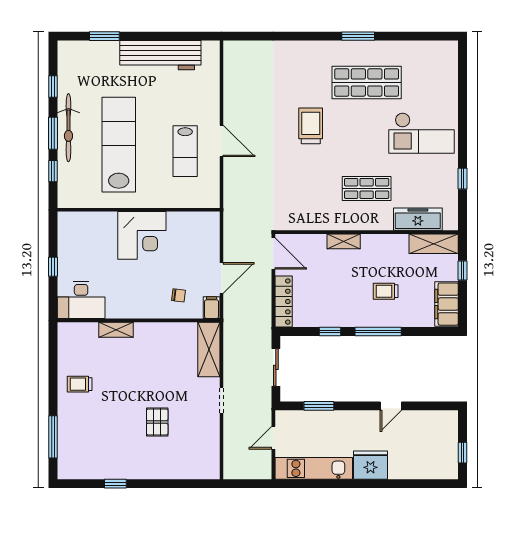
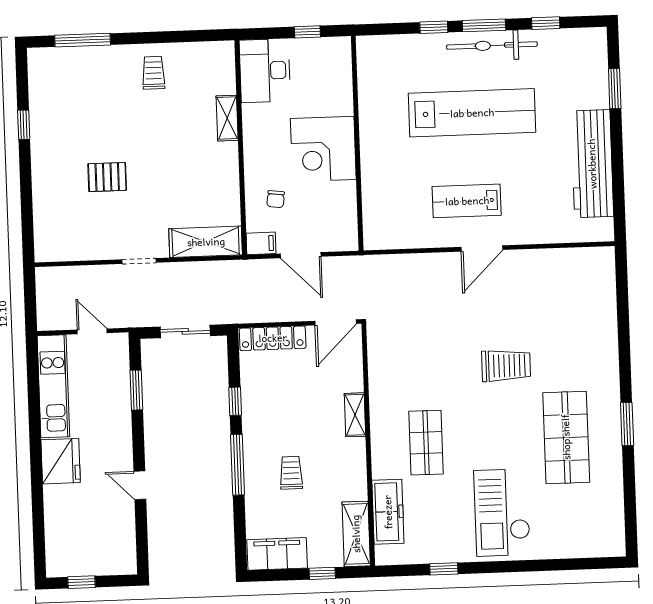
wall: (139, 210) -> (357, 143), moved
corner desk: (142, 235) -> (323, 149), moved

